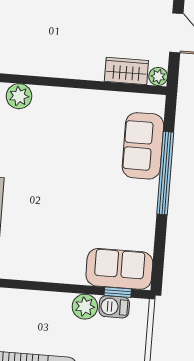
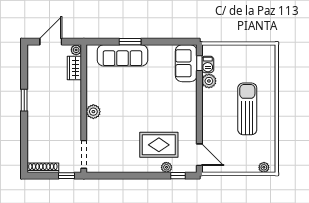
plant: (19, 96) -> (93, 112), moved
sofa: (143, 146) -> (122, 55), width x1.36
window: (165, 173) -> (130, 42), width x0.47

